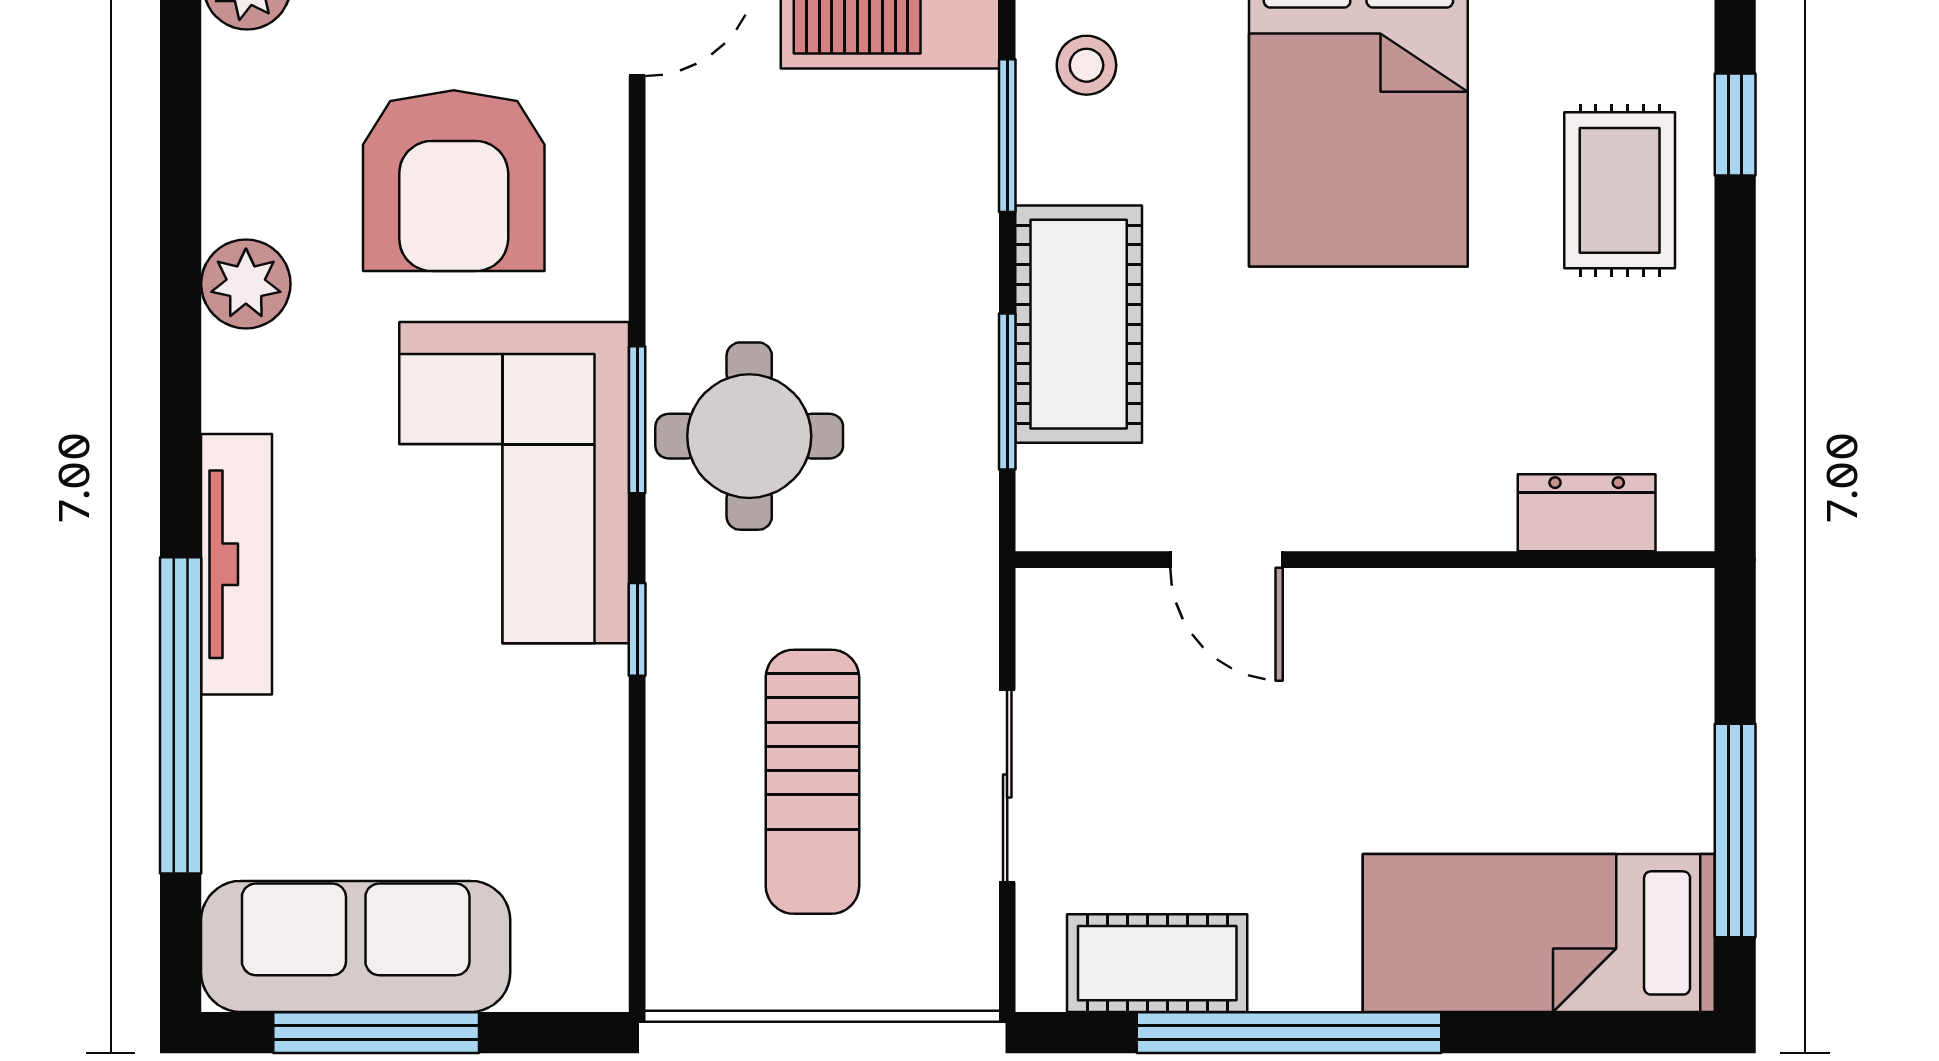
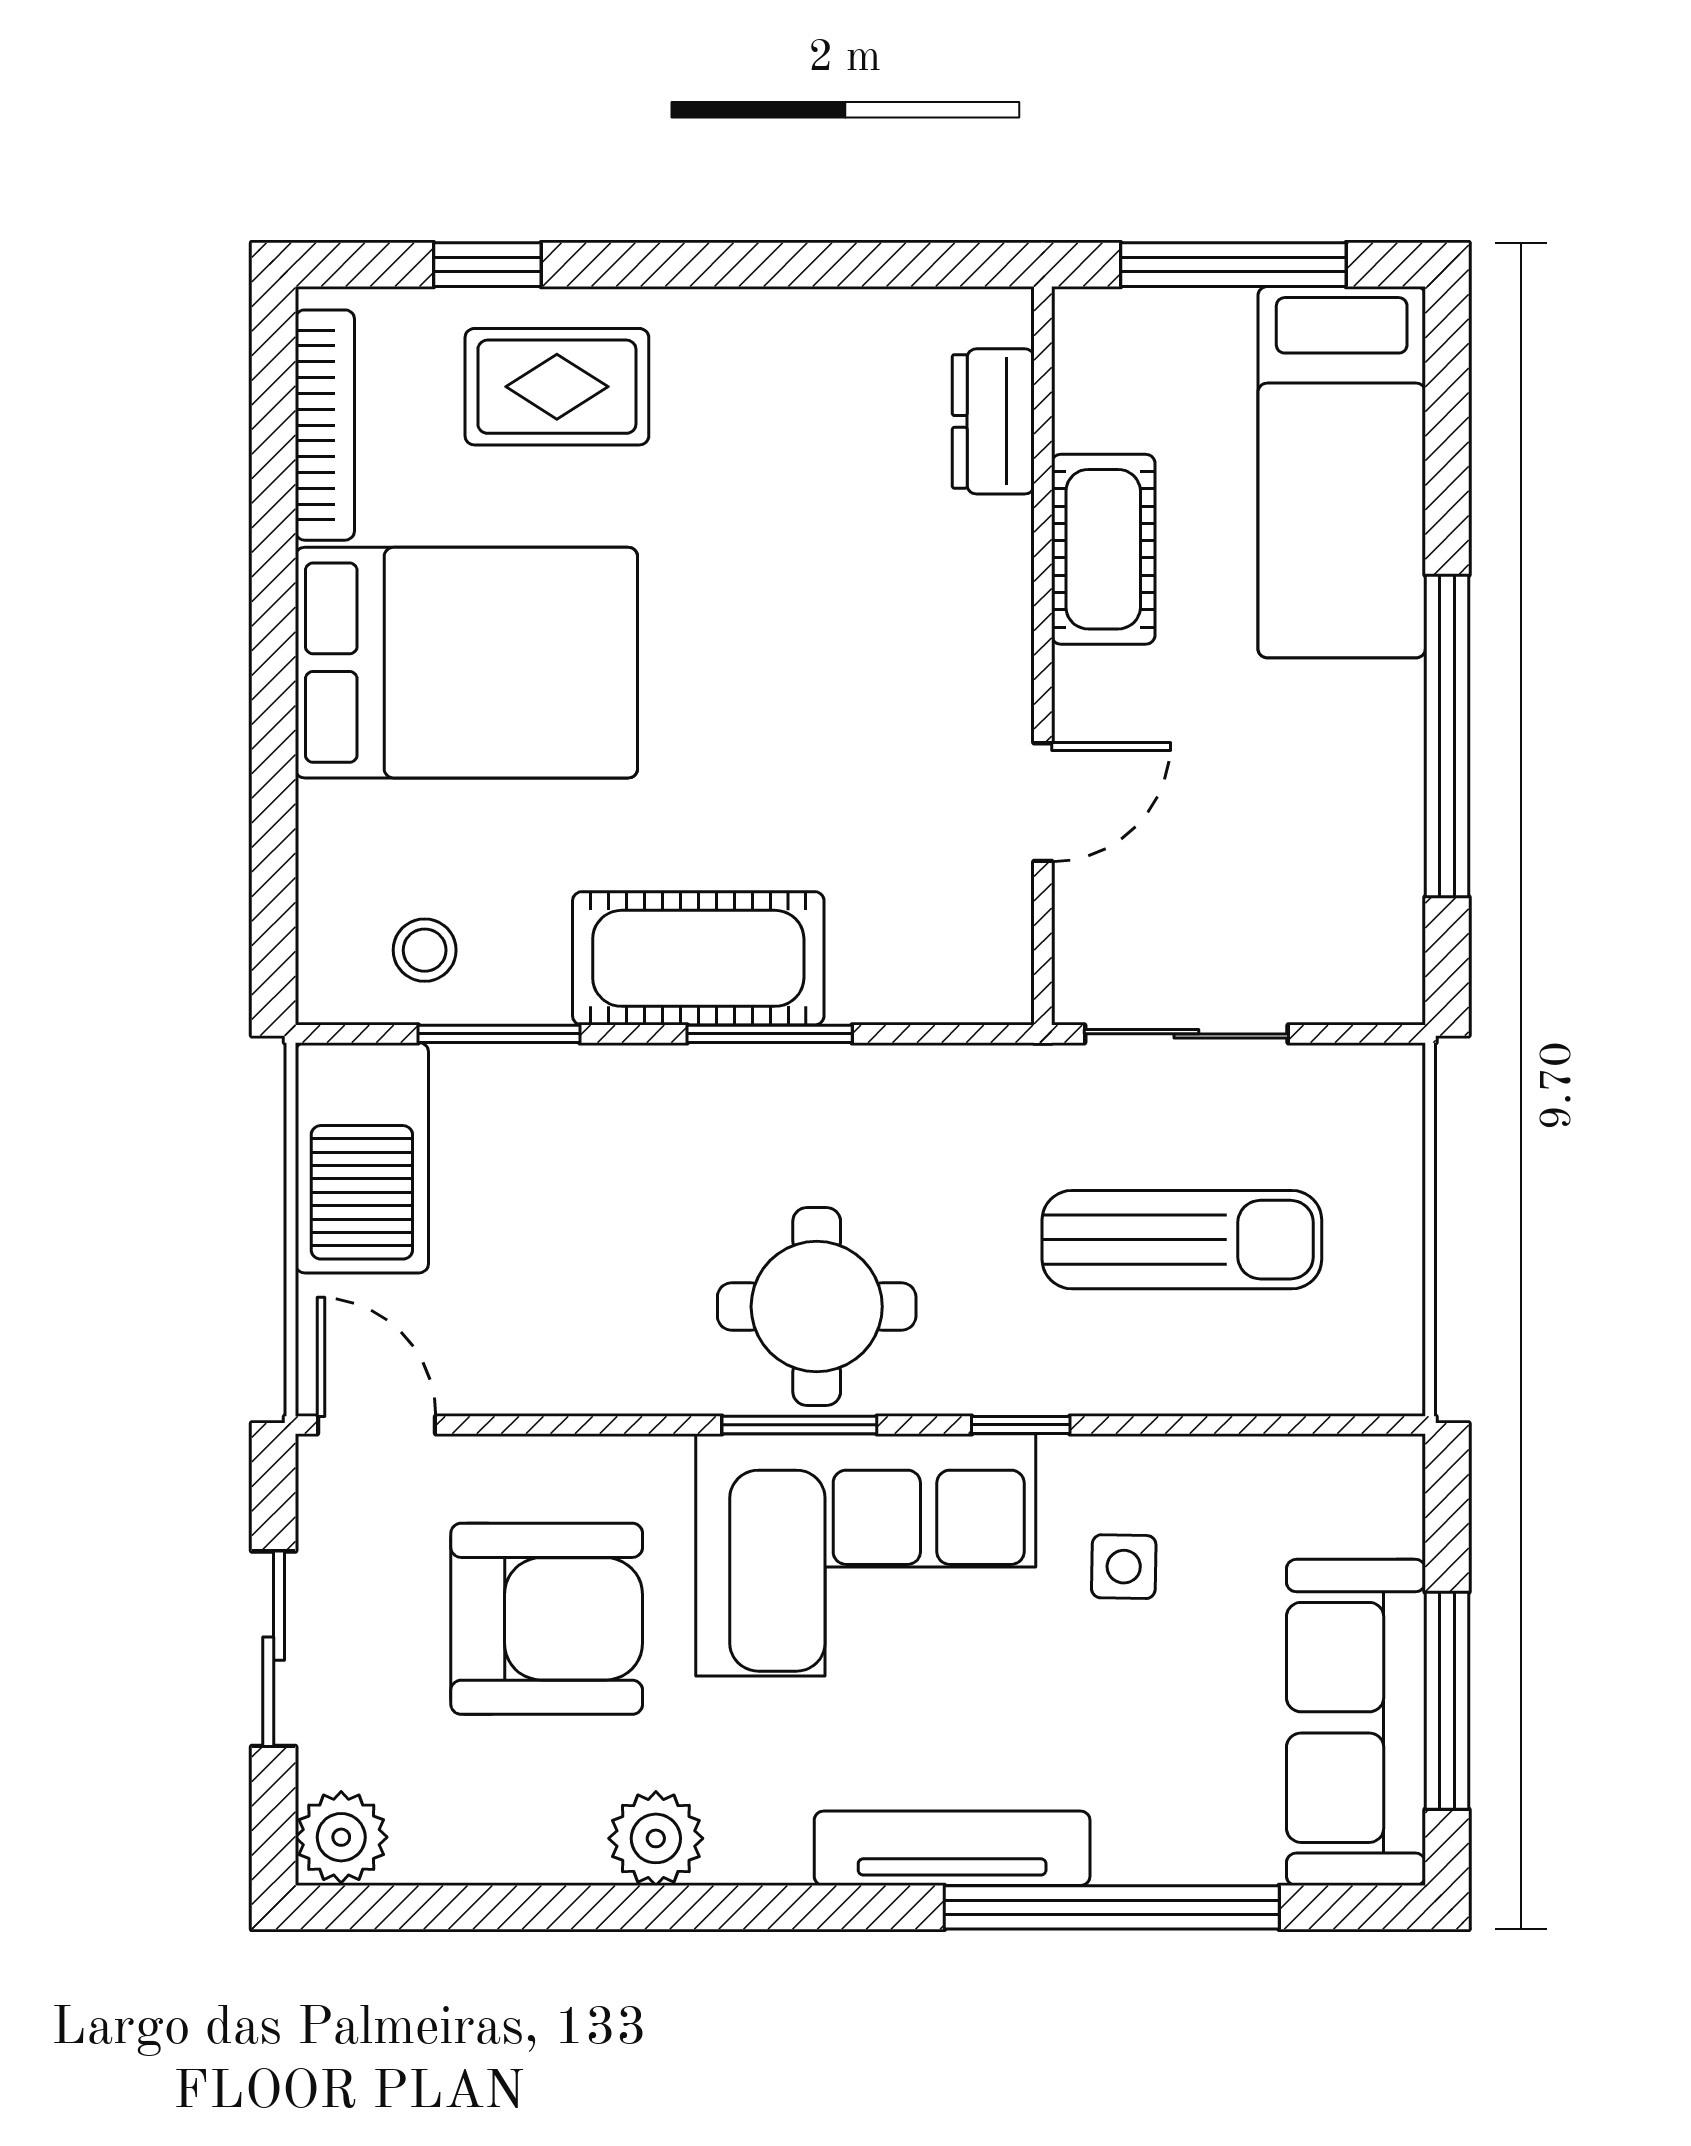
dresser: (1587, 513) -> (993, 421), moved
door: (1227, 560) -> (1043, 802), moved
wall: (1365, 560) -> (1043, 656), moved
side table: (503, 727) -> (1124, 1567), added
cot: (1157, 963) -> (1103, 549), moved

